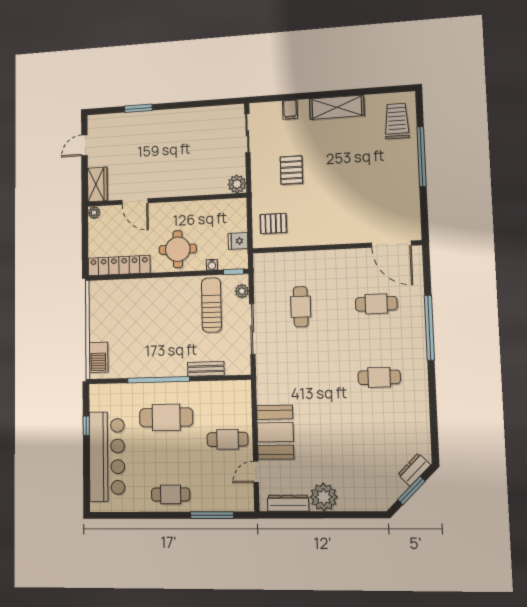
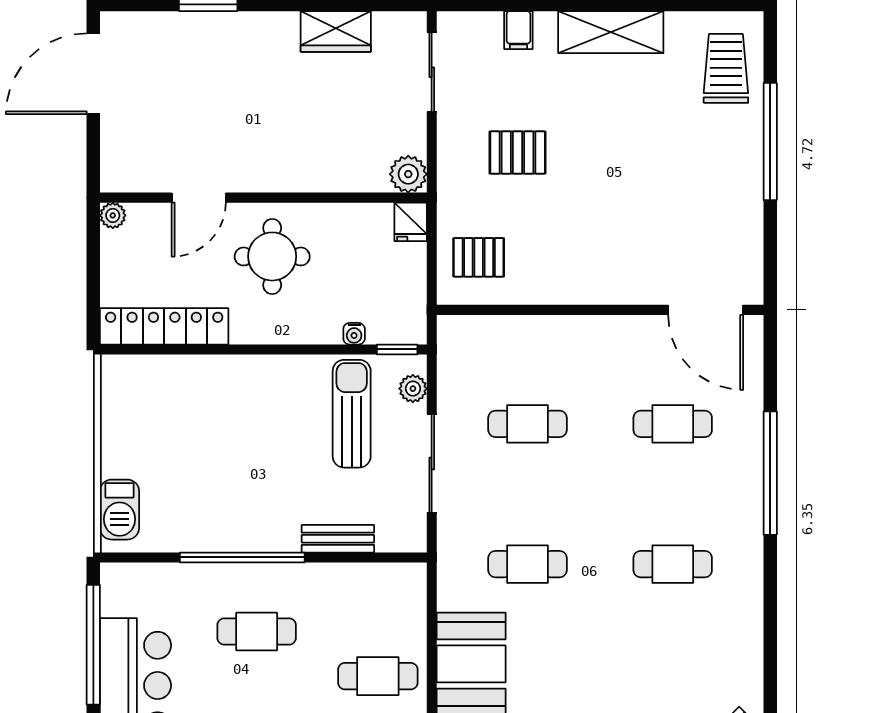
door: (84, 145) -> (93, 74), width x1.87
pallet: (291, 170) -> (518, 153), turned 90
wardrobe: (97, 184) -> (336, 31), moved, turned 90
door: (135, 202) -> (199, 198), hinge flipped
fridge: (238, 241) -> (411, 222), moved, turned -90
round table: (178, 249) -> (272, 256), moved
cafe table: (301, 307) -> (528, 424), turned 90
cafe table: (303, 379) -> (528, 564), added
cafe table: (166, 417) -> (257, 631), width x0.73, depth x0.74
window: (86, 426) -> (93, 645), width x3.17

